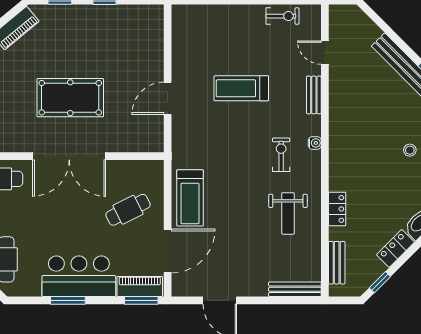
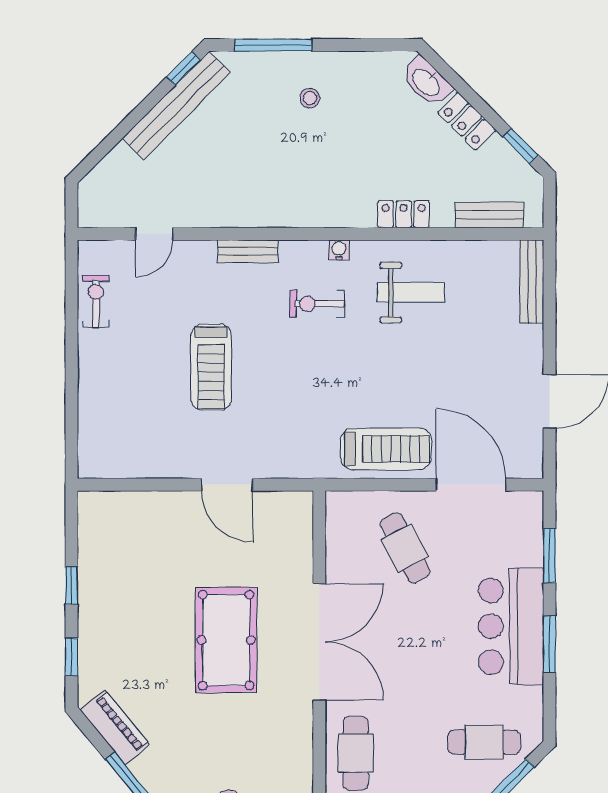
bench: (314, 95) -> (248, 251), moved
water cooler: (315, 143) -> (339, 250), moved
piano: (140, 286) -> (527, 529), removed
window: (141, 300) -> (549, 556), moved

